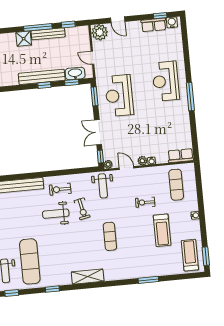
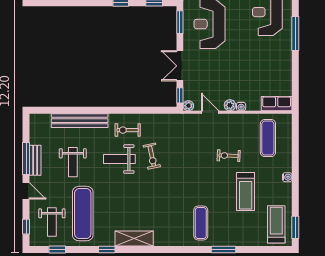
weight bench: (103, 186) -> (73, 162), moved
exercise mat: (110, 236) -> (201, 223), moved
shelving: (88, 277) -> (134, 239), moved

